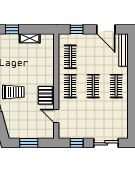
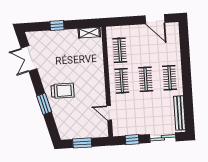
window: (77, 29) -> (124, 21), removed
shelving: (30, 38) -> (89, 33), moved
bench: (123, 50) -> (180, 113), moved
pallet: (45, 95) -> (96, 92), removed

